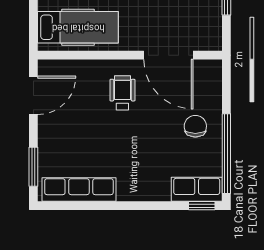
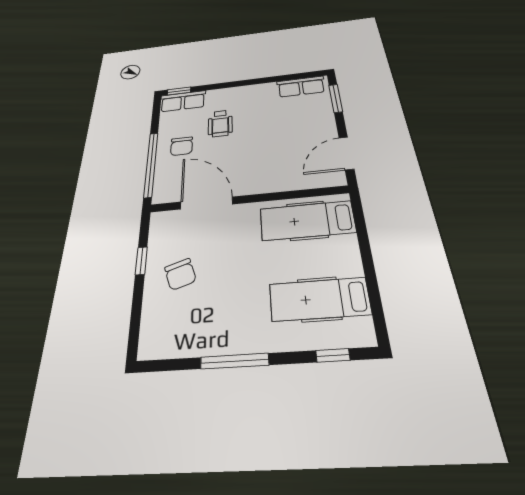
wheelchair: (122, 93) -> (220, 123), moved
window: (226, 154) -> (151, 164), moved
row of seats: (79, 190) -> (301, 87), width x0.68

